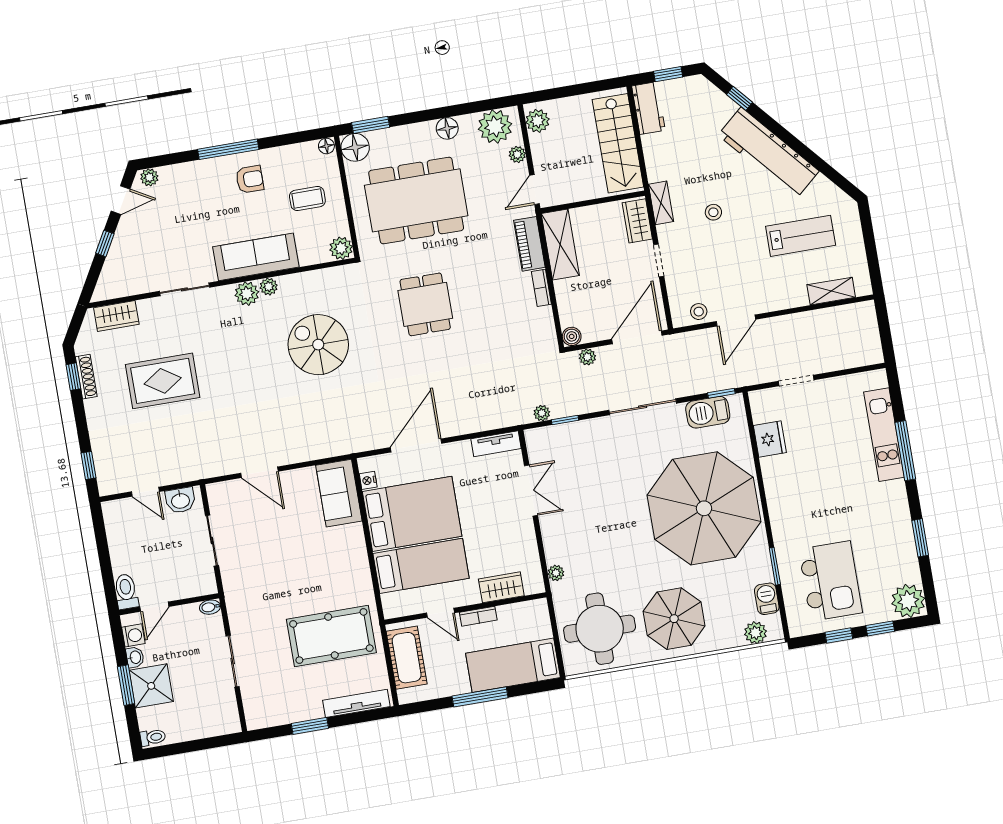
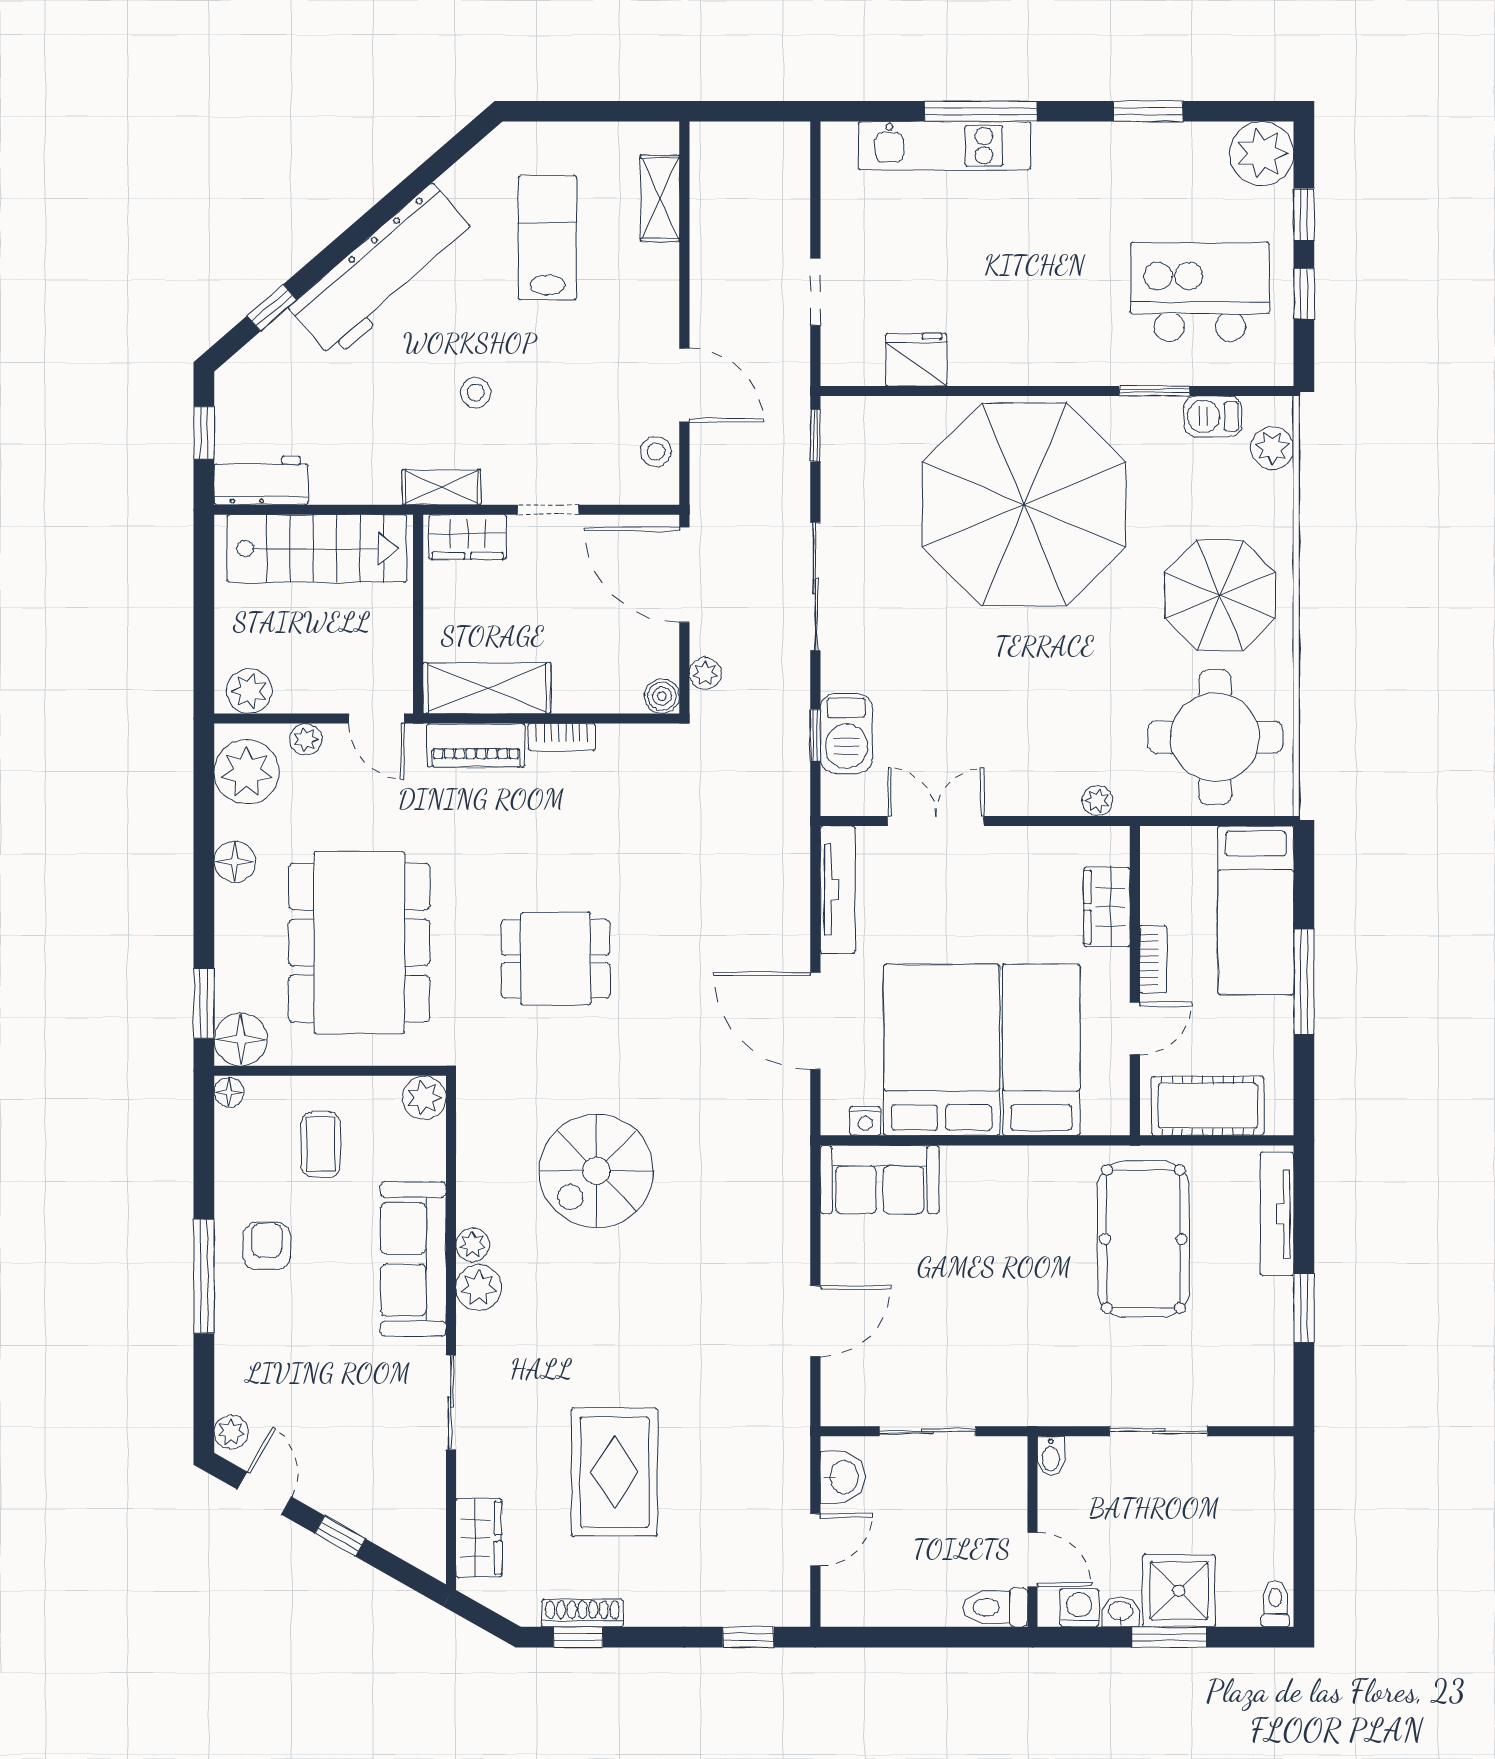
barbecue: (708, 412) -> (846, 733), moved
plant: (542, 413) -> (795, 776), removed
tv unit: (496, 444) -> (838, 890), width x1.41

